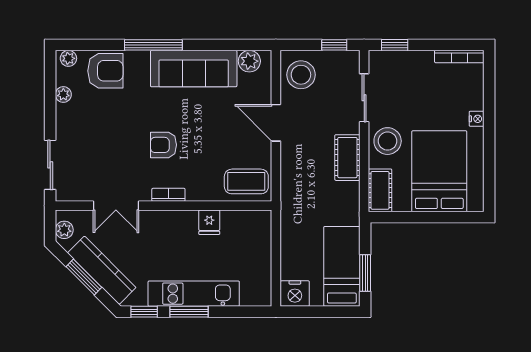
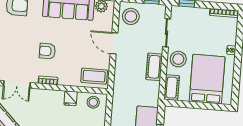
stool: (248, 226) -> (93, 102), added

